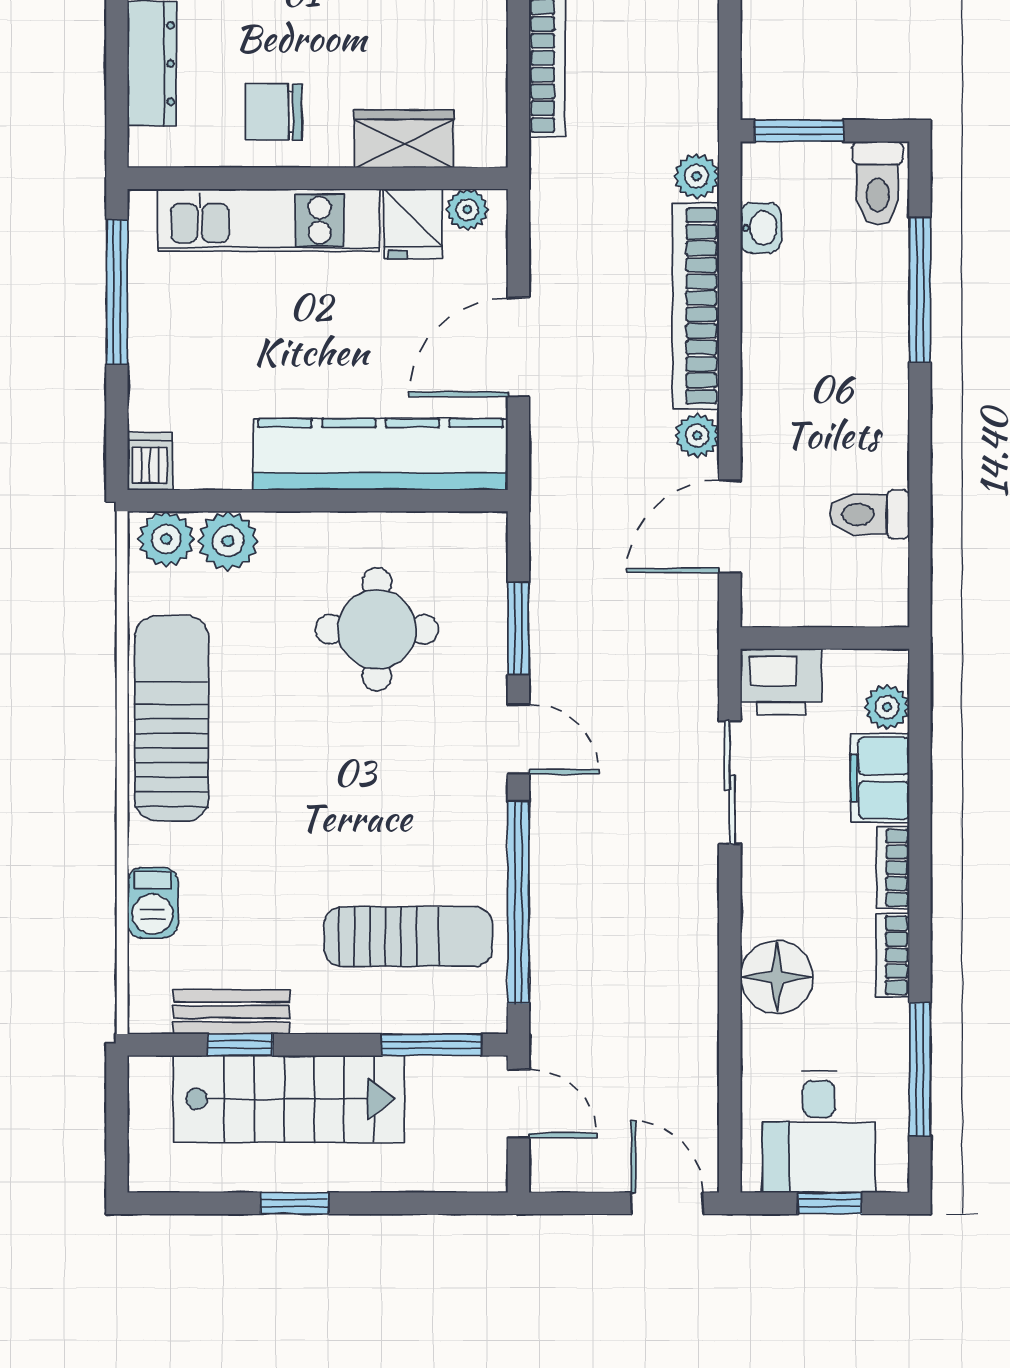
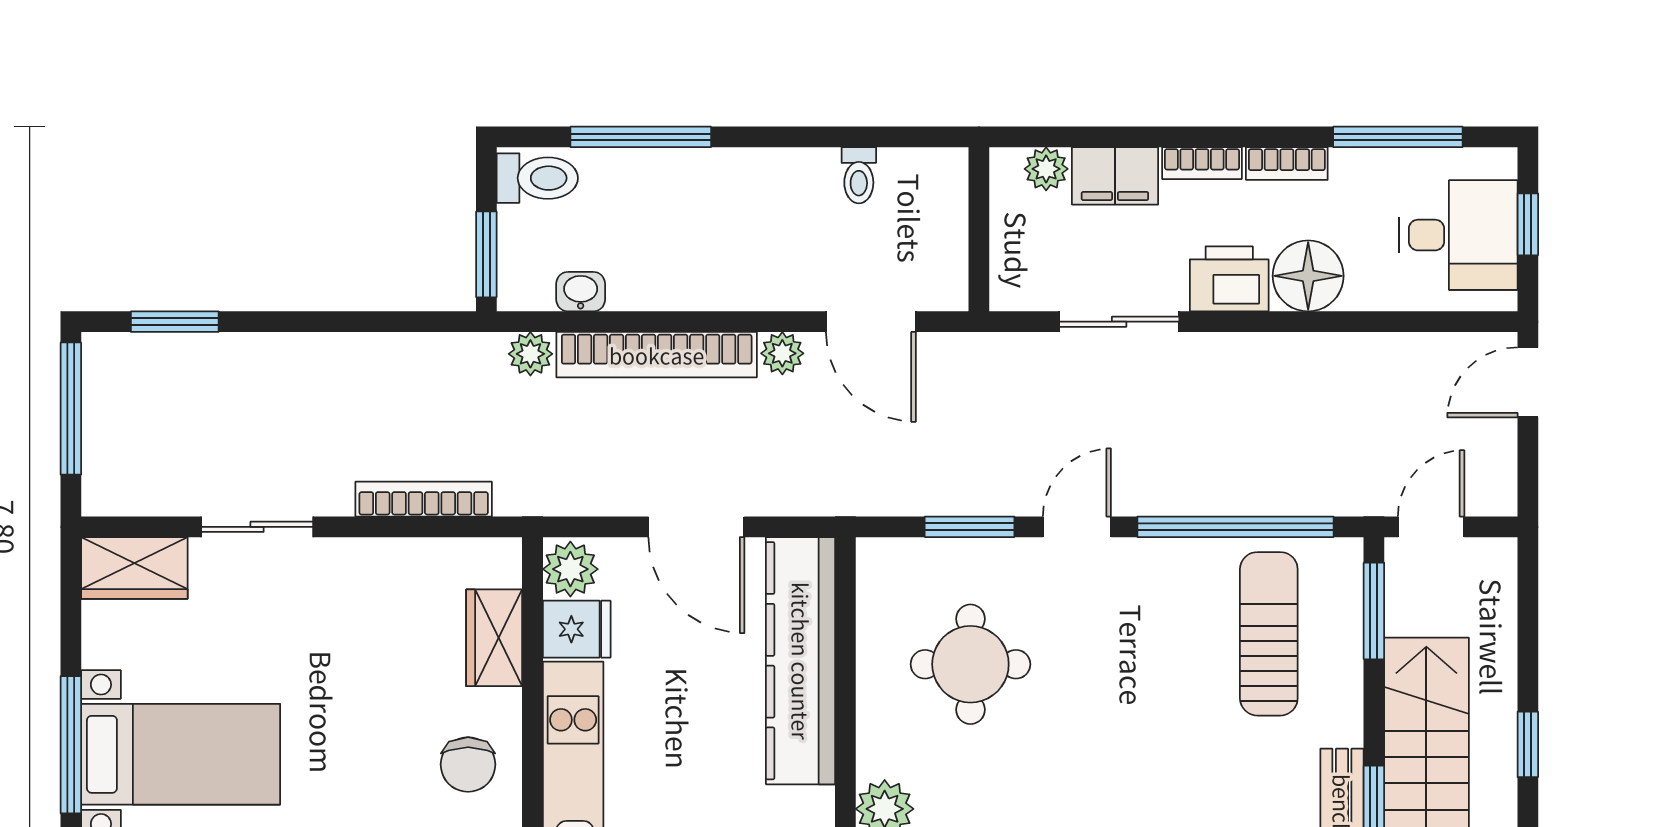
plant: (467, 210) -> (570, 569), width x1.38, depth x1.38
toilet: (869, 514) -> (859, 175), width x0.73, depth x0.72
printer: (781, 682) -> (1229, 279), moved, turned -90

